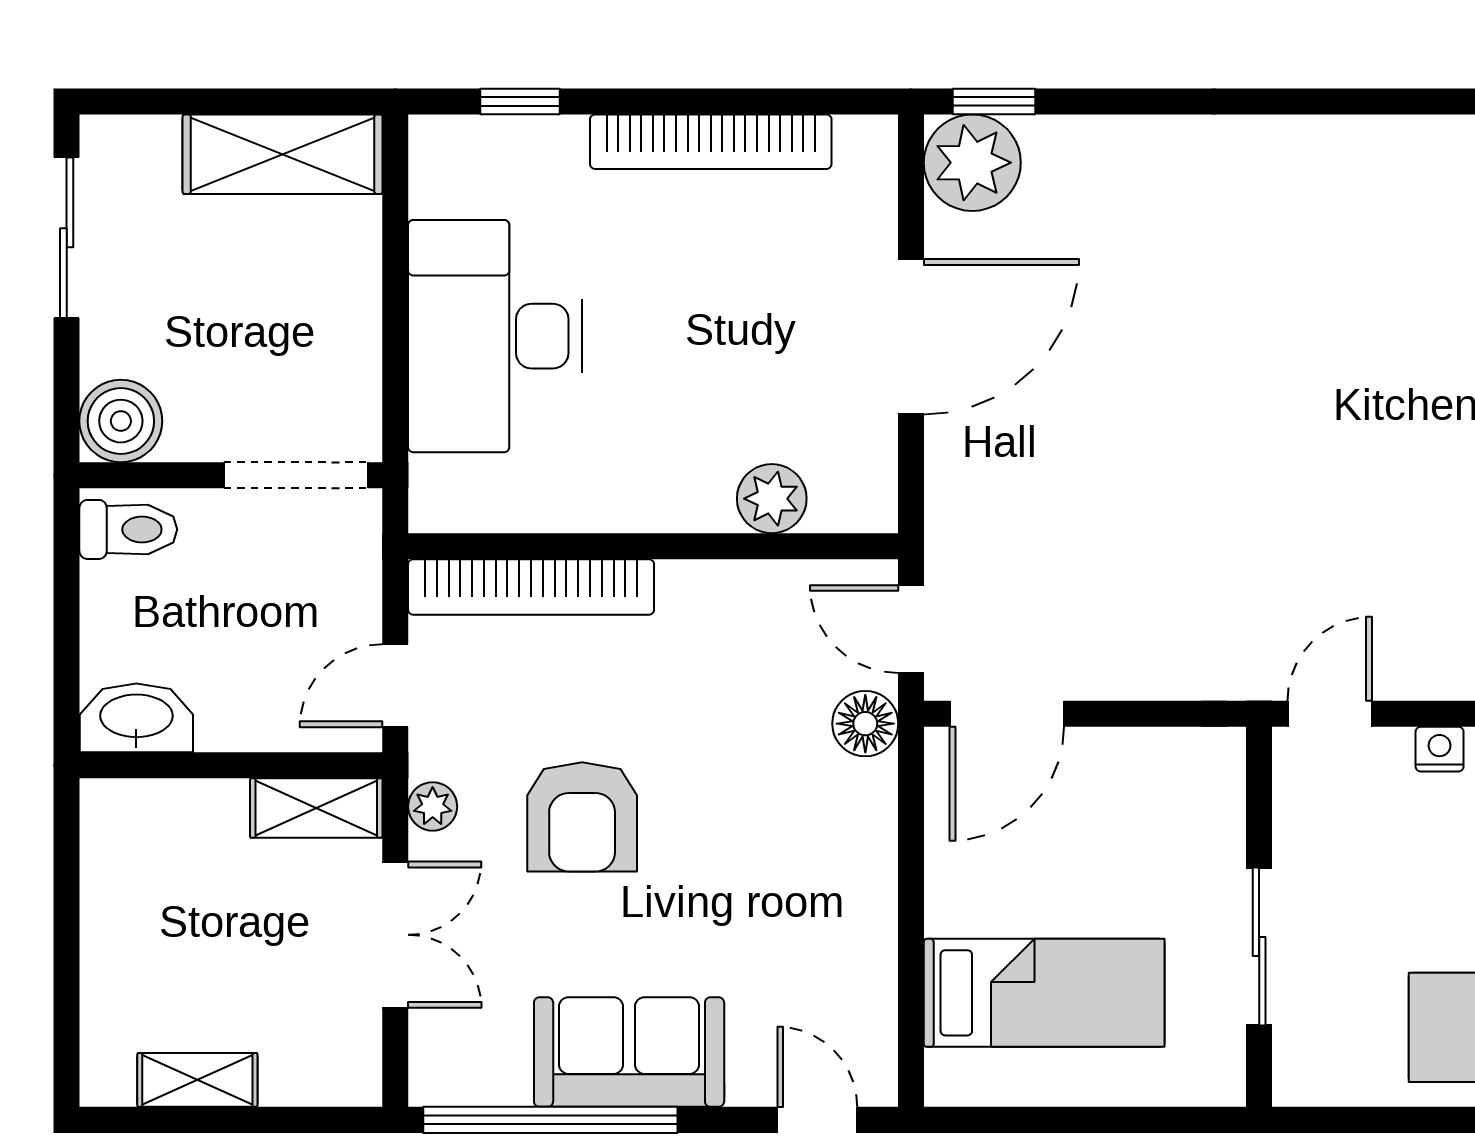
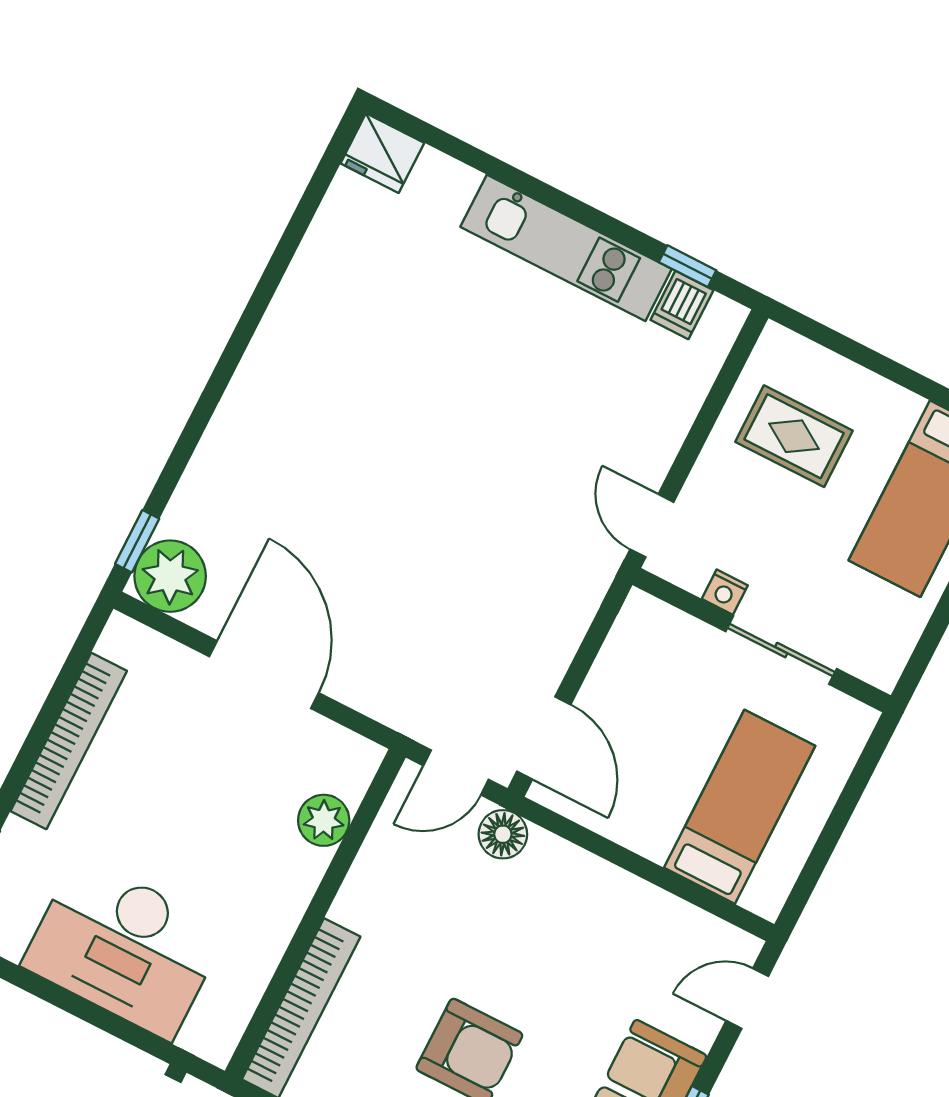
nightstand: (1440, 749) -> (725, 592), moved, turned -90

